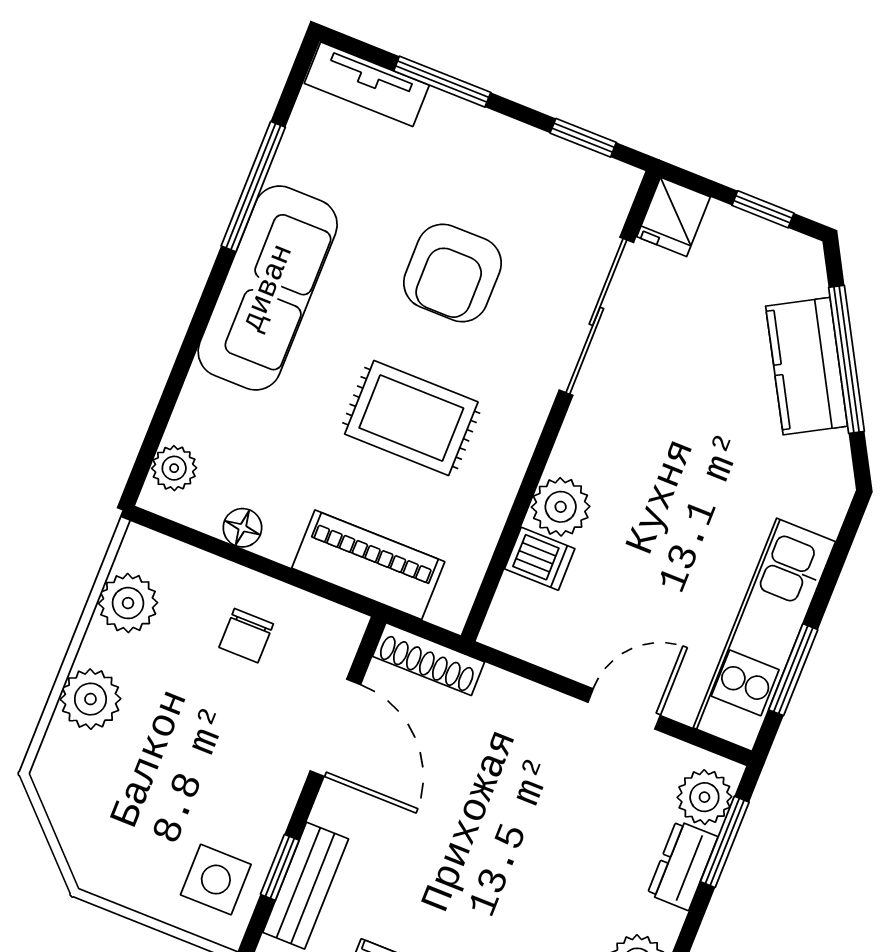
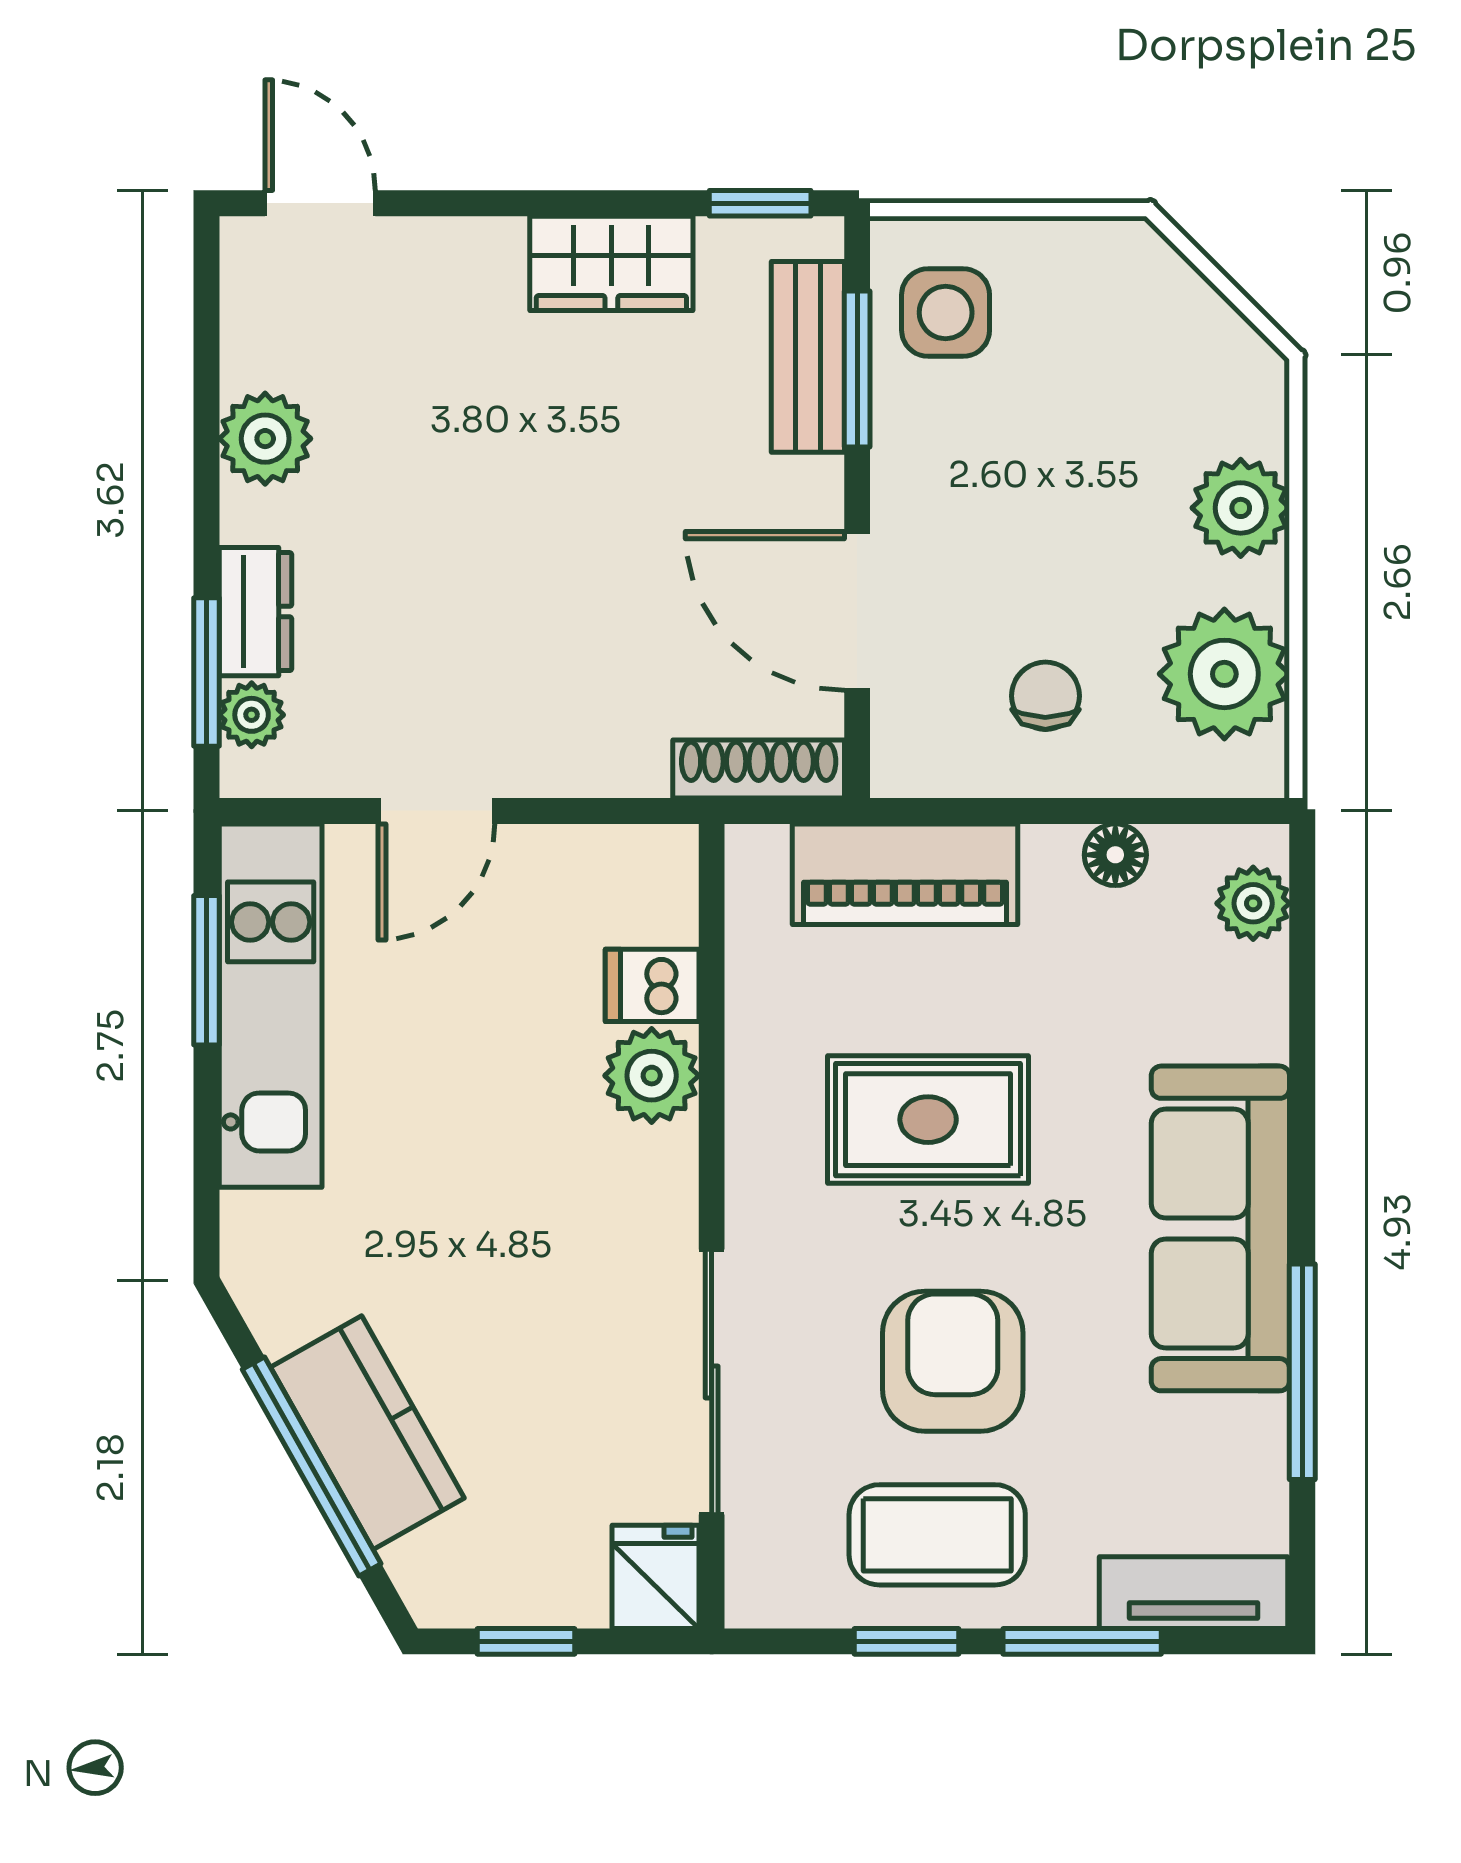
window: (583, 138) -> (906, 1641), moved
coffee table: (501, 176) -> (937, 1535), added
plant: (128, 603) -> (1224, 674), width x1.36, depth x1.36
plant: (704, 797) -> (252, 715), width x0.73, depth x0.73
window: (280, 867) -> (857, 369), width x1.50

